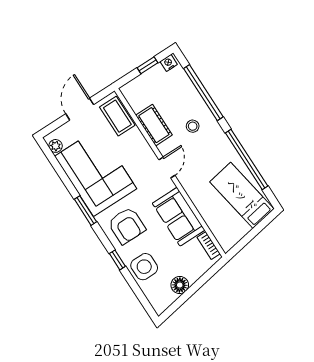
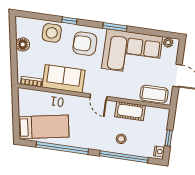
stool: (193, 126) -> (121, 139), moved

